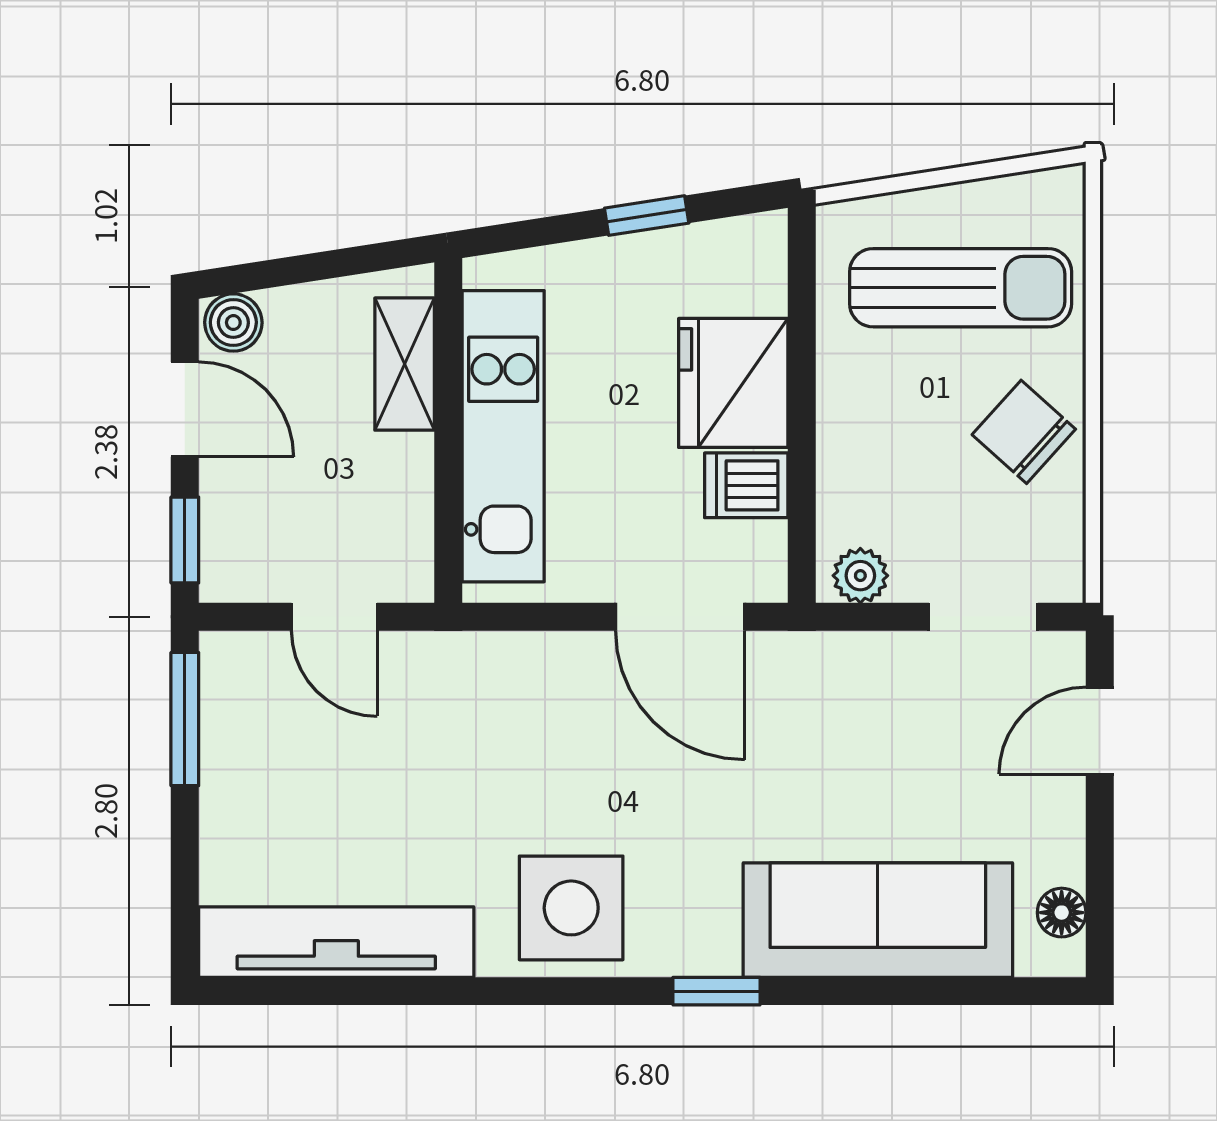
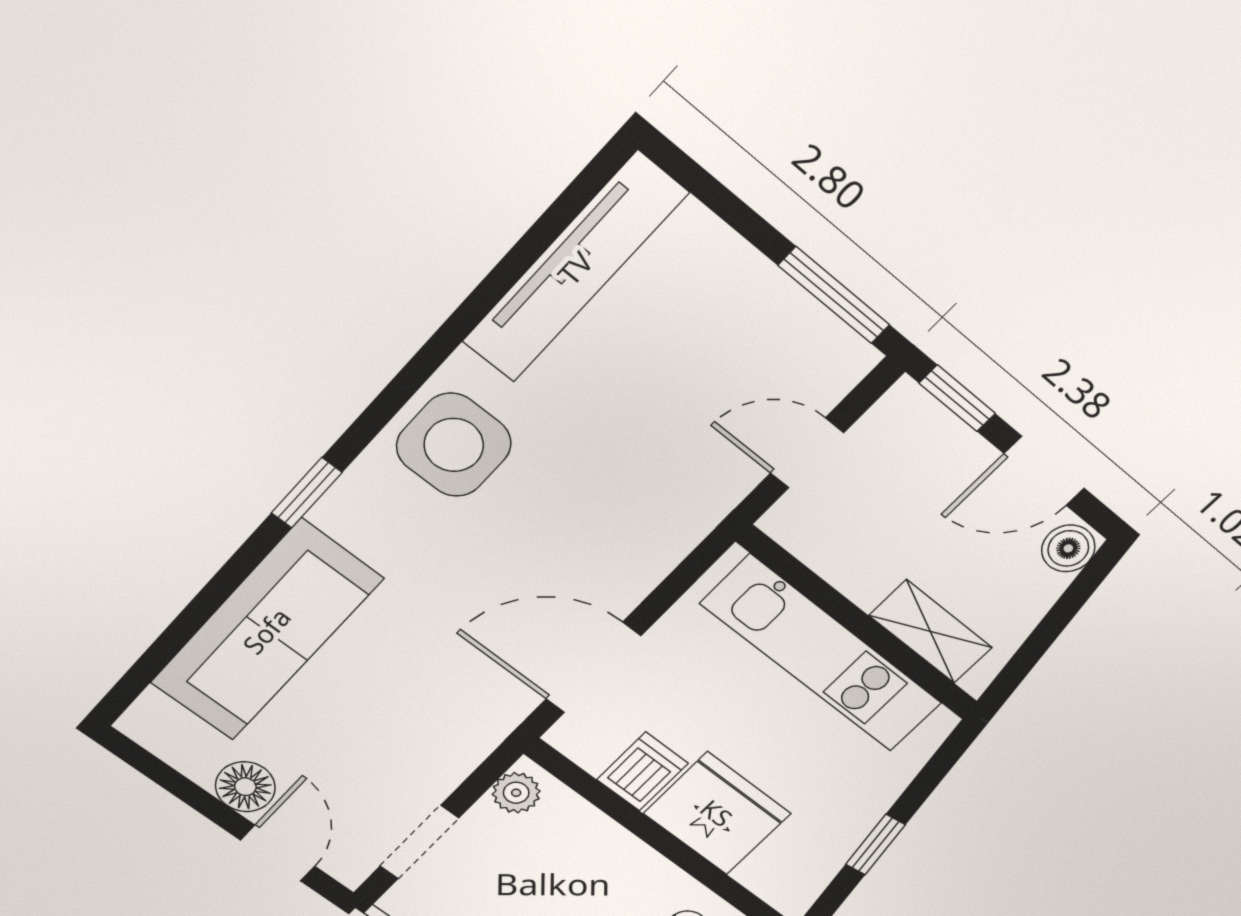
floor lamp: (1062, 913) -> (245, 787), moved, width x1.37, depth x1.37

